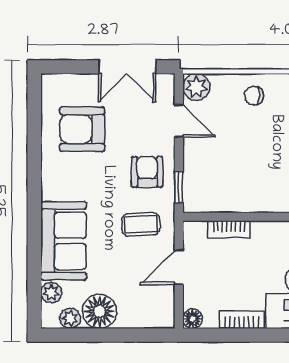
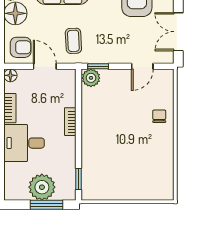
plant: (196, 87) -> (91, 78), moved
armchair: (147, 172) -> (21, 47), moved
bookcase: (229, 229) -> (70, 122), moved

